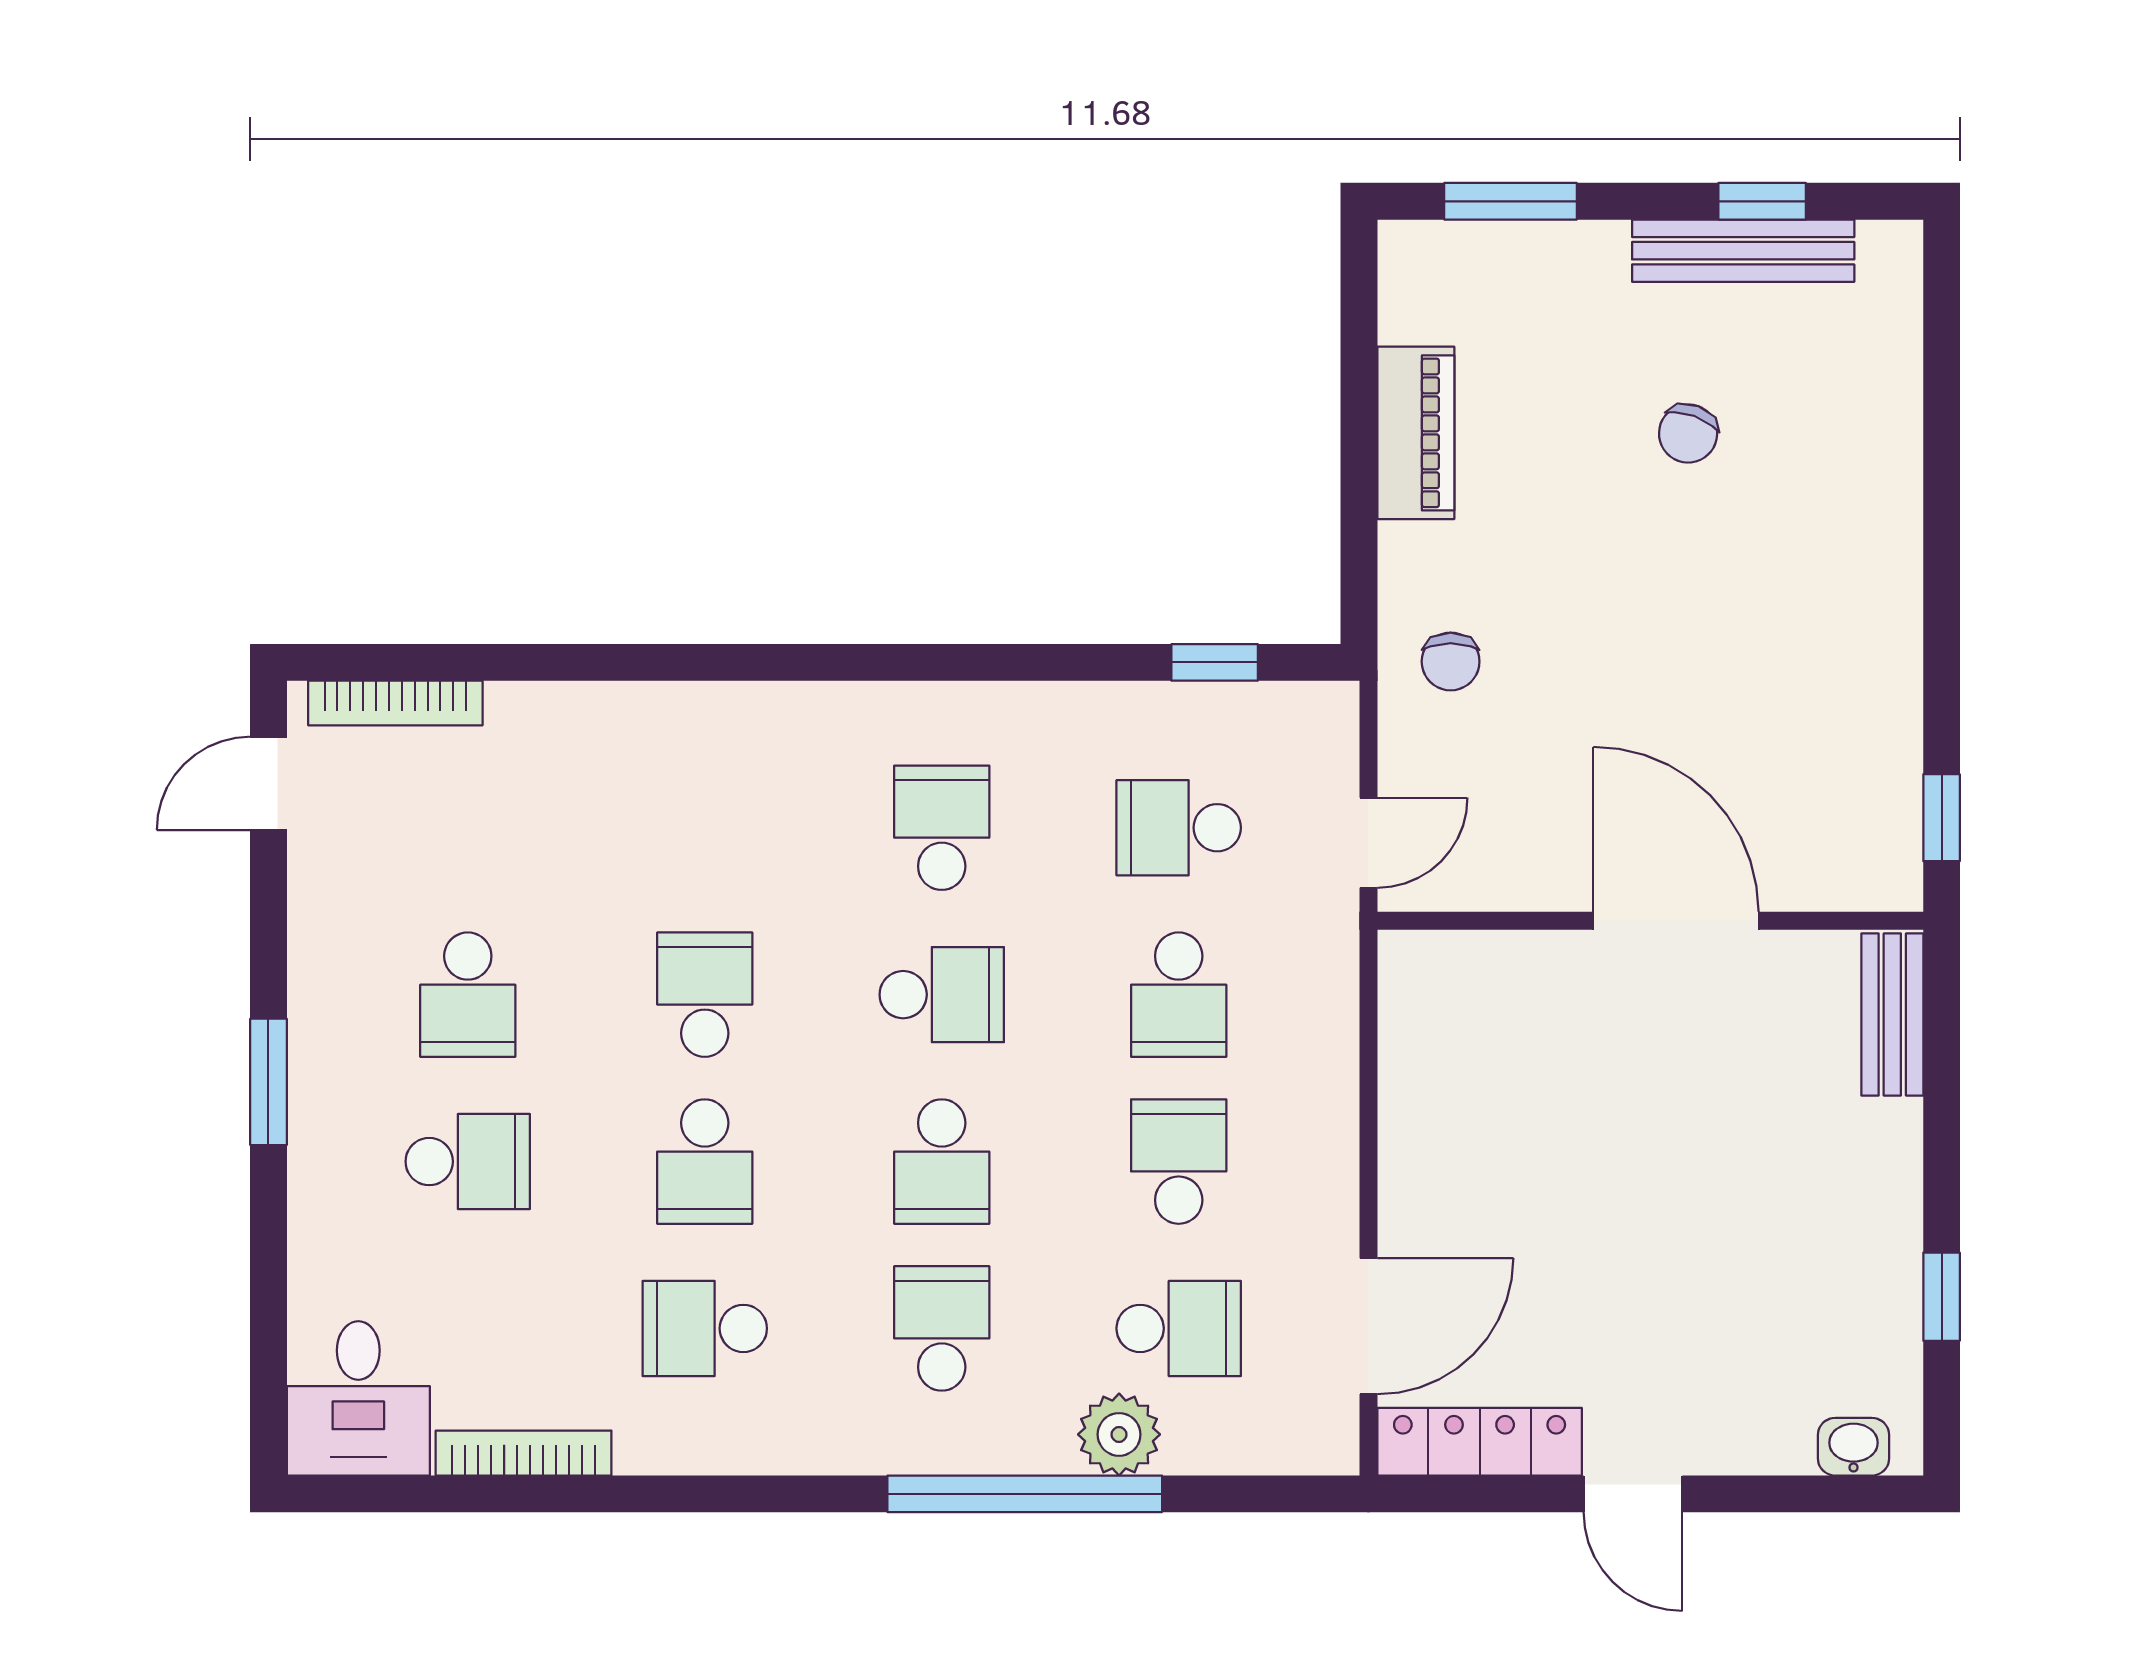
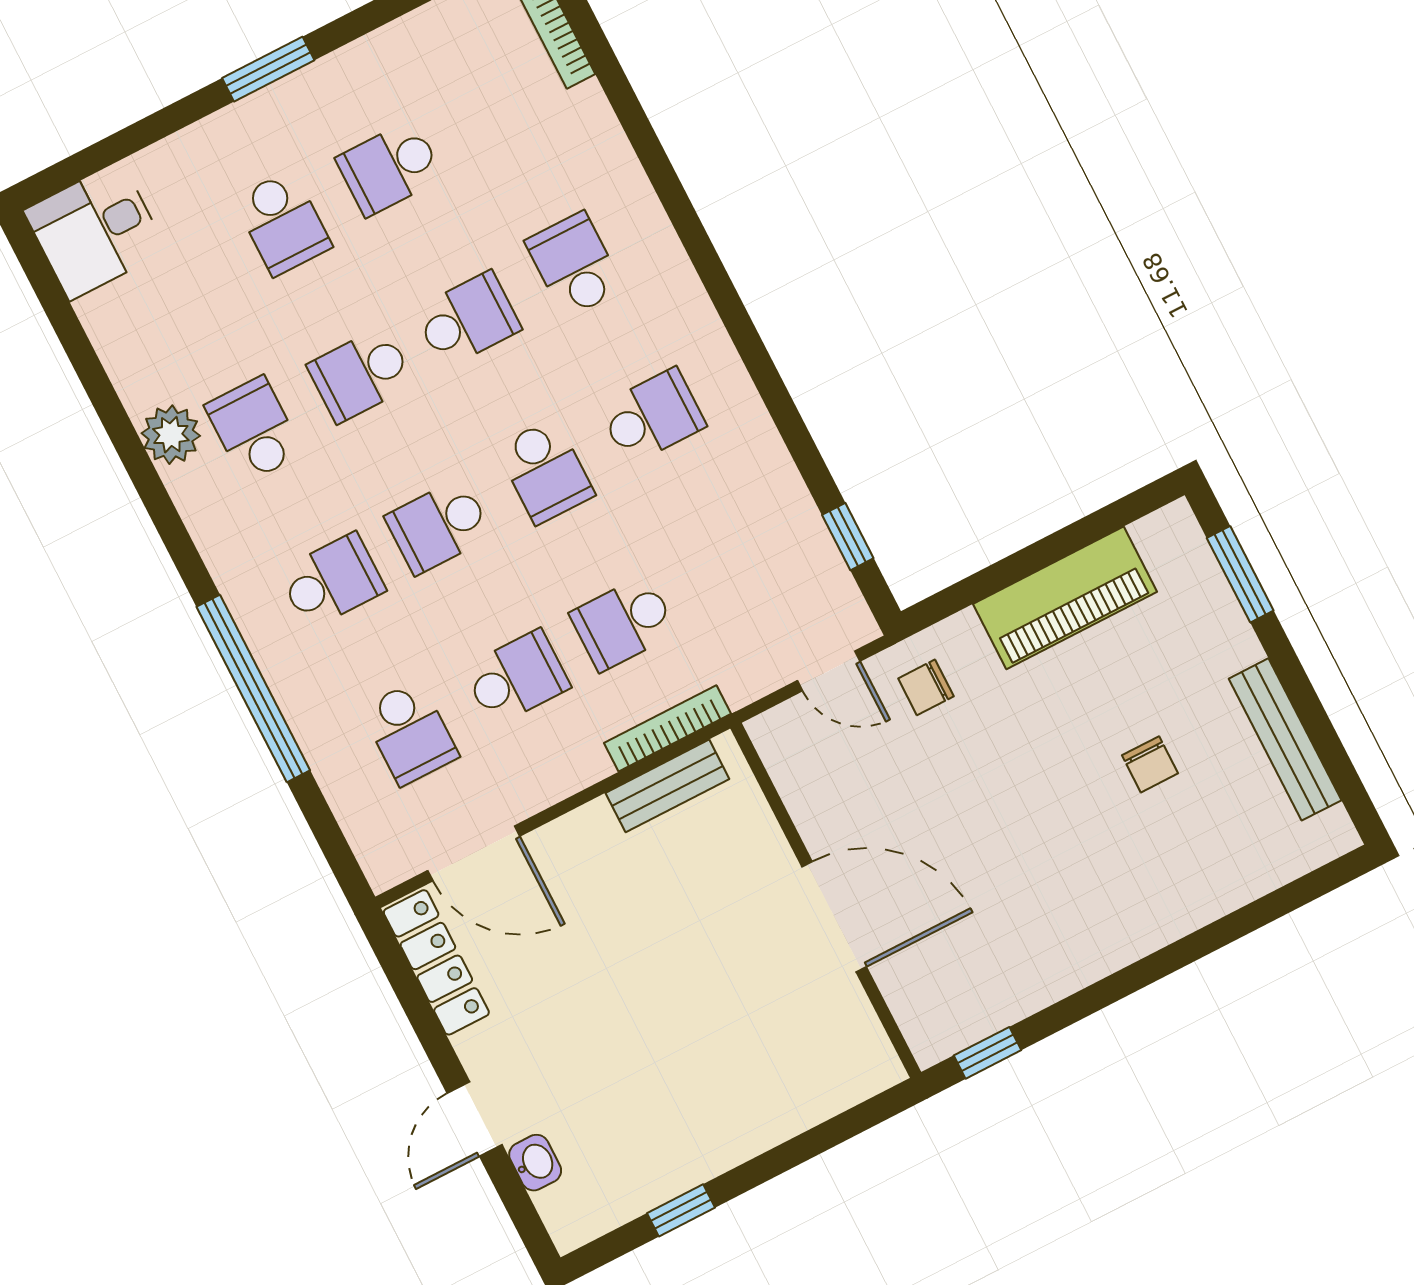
window: (1762, 201) -> (1323, 735), removed
piano: (1416, 433) -> (1065, 598), width x1.37, depth x1.33
chair: (1688, 433) -> (1150, 764), turned -110
school desk: (1179, 828) -> (574, 265), moved
door: (1368, 843) -> (829, 671), moved
door: (1676, 921) -> (834, 917), hinge flipped
bench: (1892, 1014) -> (667, 786), moved
plant: (1119, 1434) -> (171, 435), moved
washbasin: (1854, 1447) -> (535, 1163), moved
bookcase: (524, 1453) -> (667, 728), moved, turned -90
door: (1633, 1494) -> (475, 1119), moved

